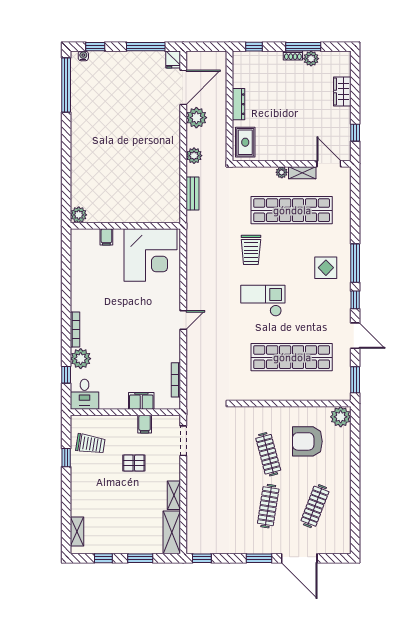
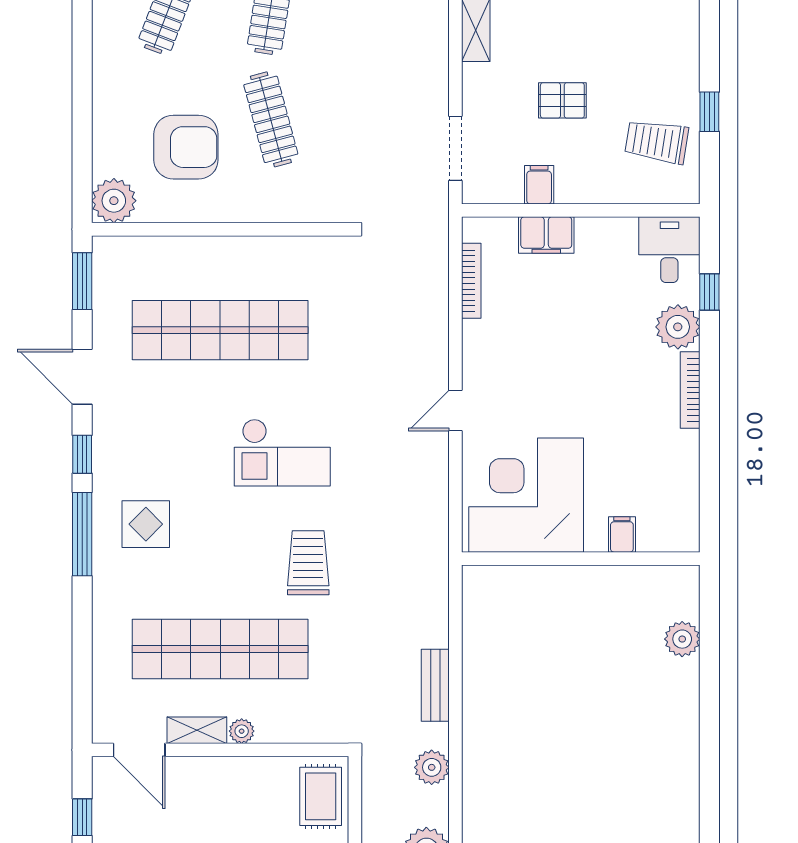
wall: (125, 226) -> (581, 559), moved
filing cabinet: (106, 237) -> (622, 534), moved
corner desk: (151, 255) -> (526, 495), moved

